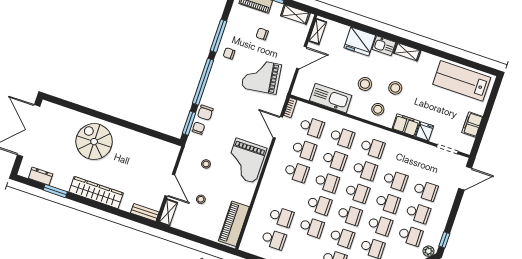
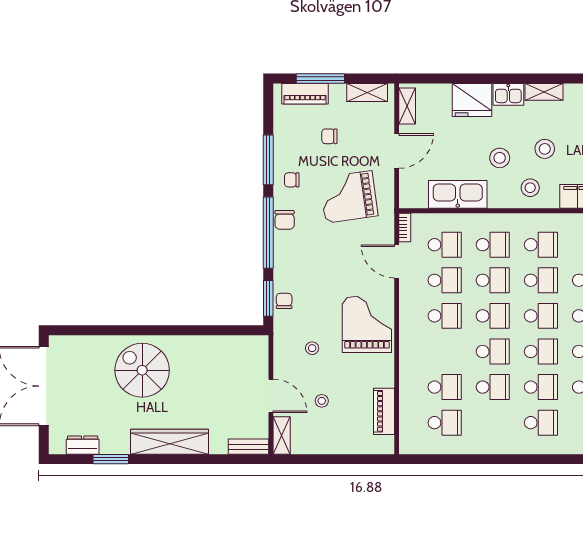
chair: (205, 113) -> (285, 220), moved
grand piano: (246, 161) -> (367, 324), turned 180
piano: (234, 224) -> (384, 411), width x0.73, depth x0.75

